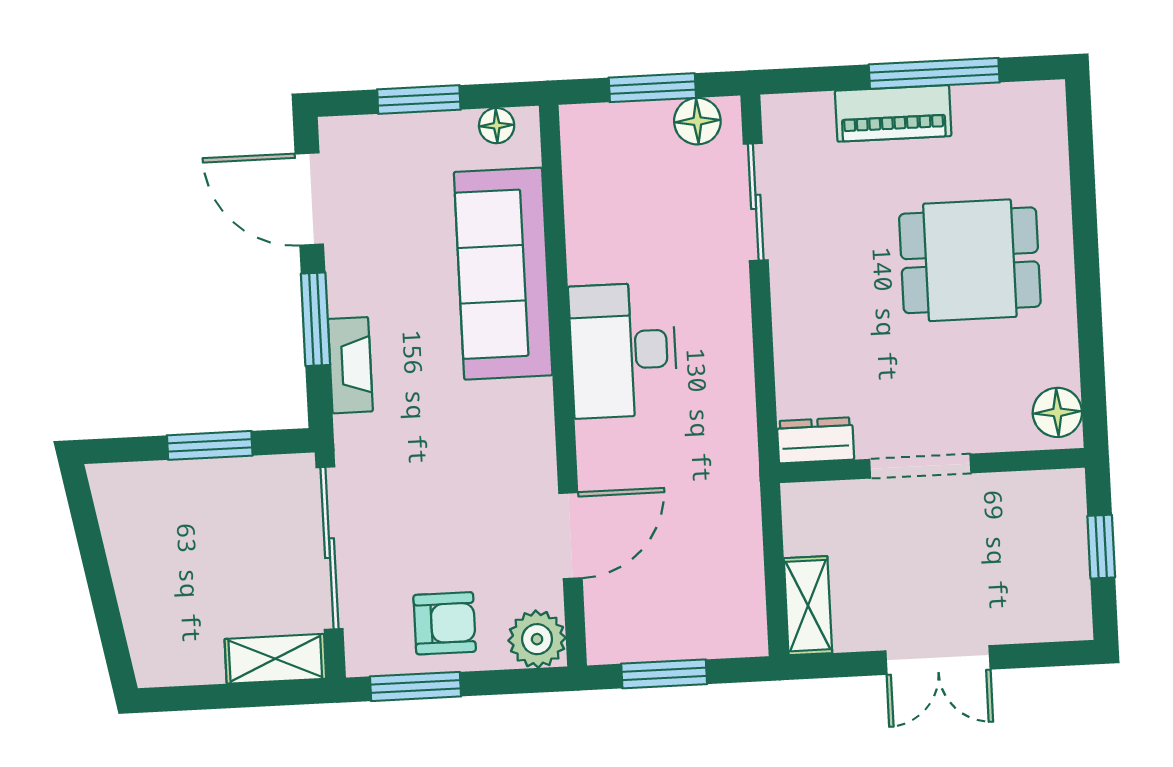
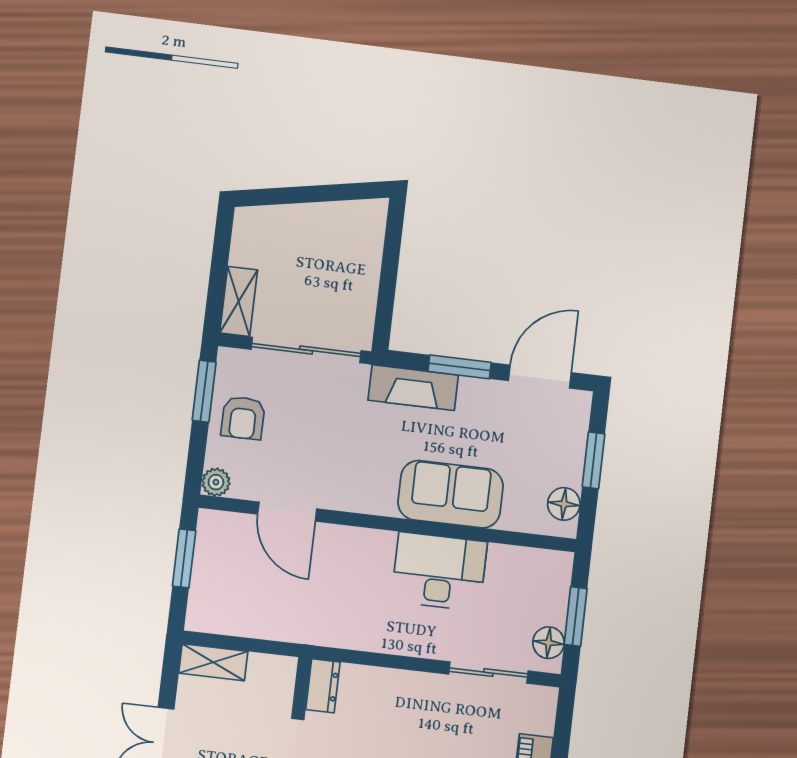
floor lamp: (497, 126) -> (564, 504), width x1.37, depth x1.37
sofa: (503, 274) -> (451, 494), width x0.73
desk: (623, 350) -> (439, 572), moved
fireplace: (350, 365) -> (413, 388), width x1.37, depth x1.32
window: (210, 445) -> (388, 283), removed
plant: (537, 639) -> (216, 482), width x0.73, depth x0.73

